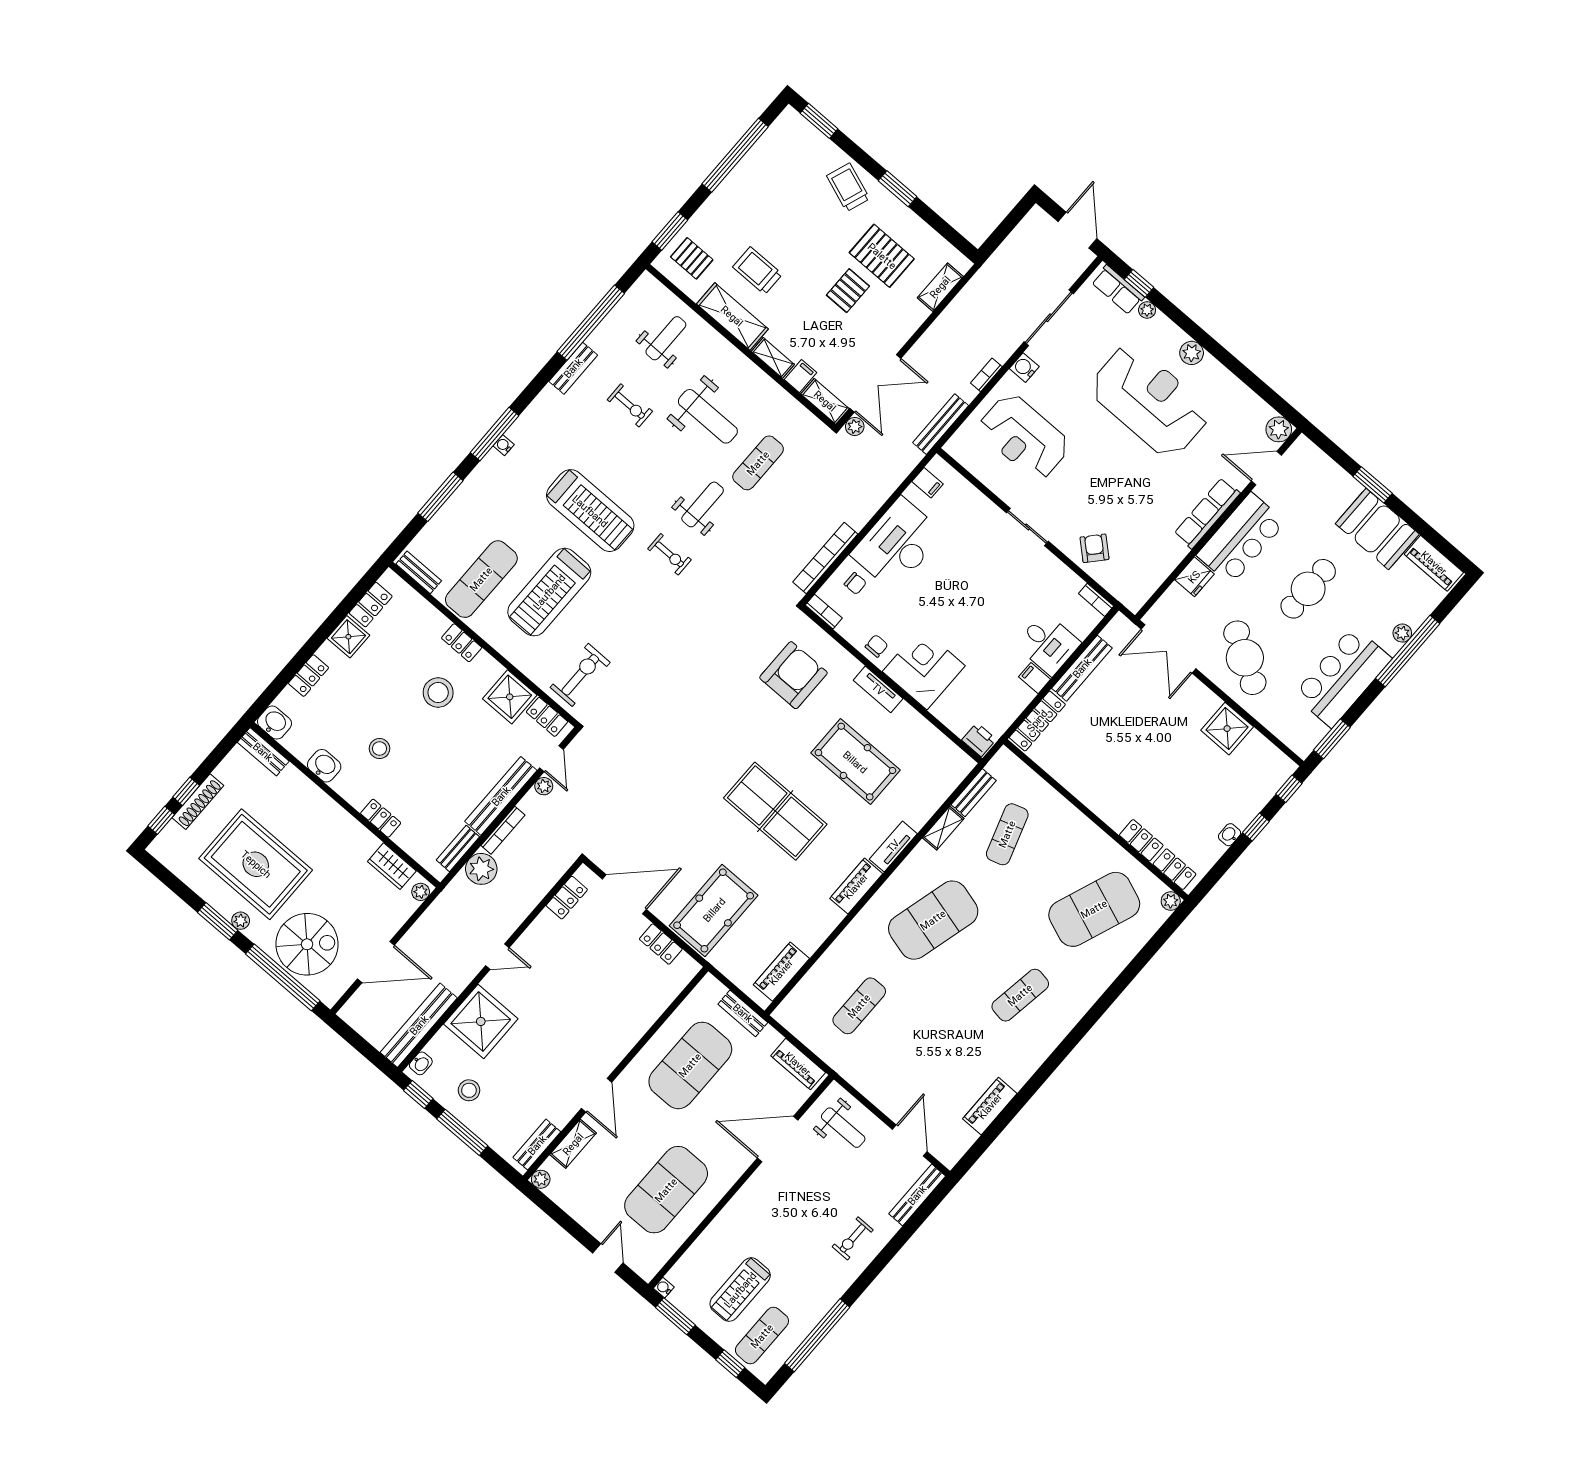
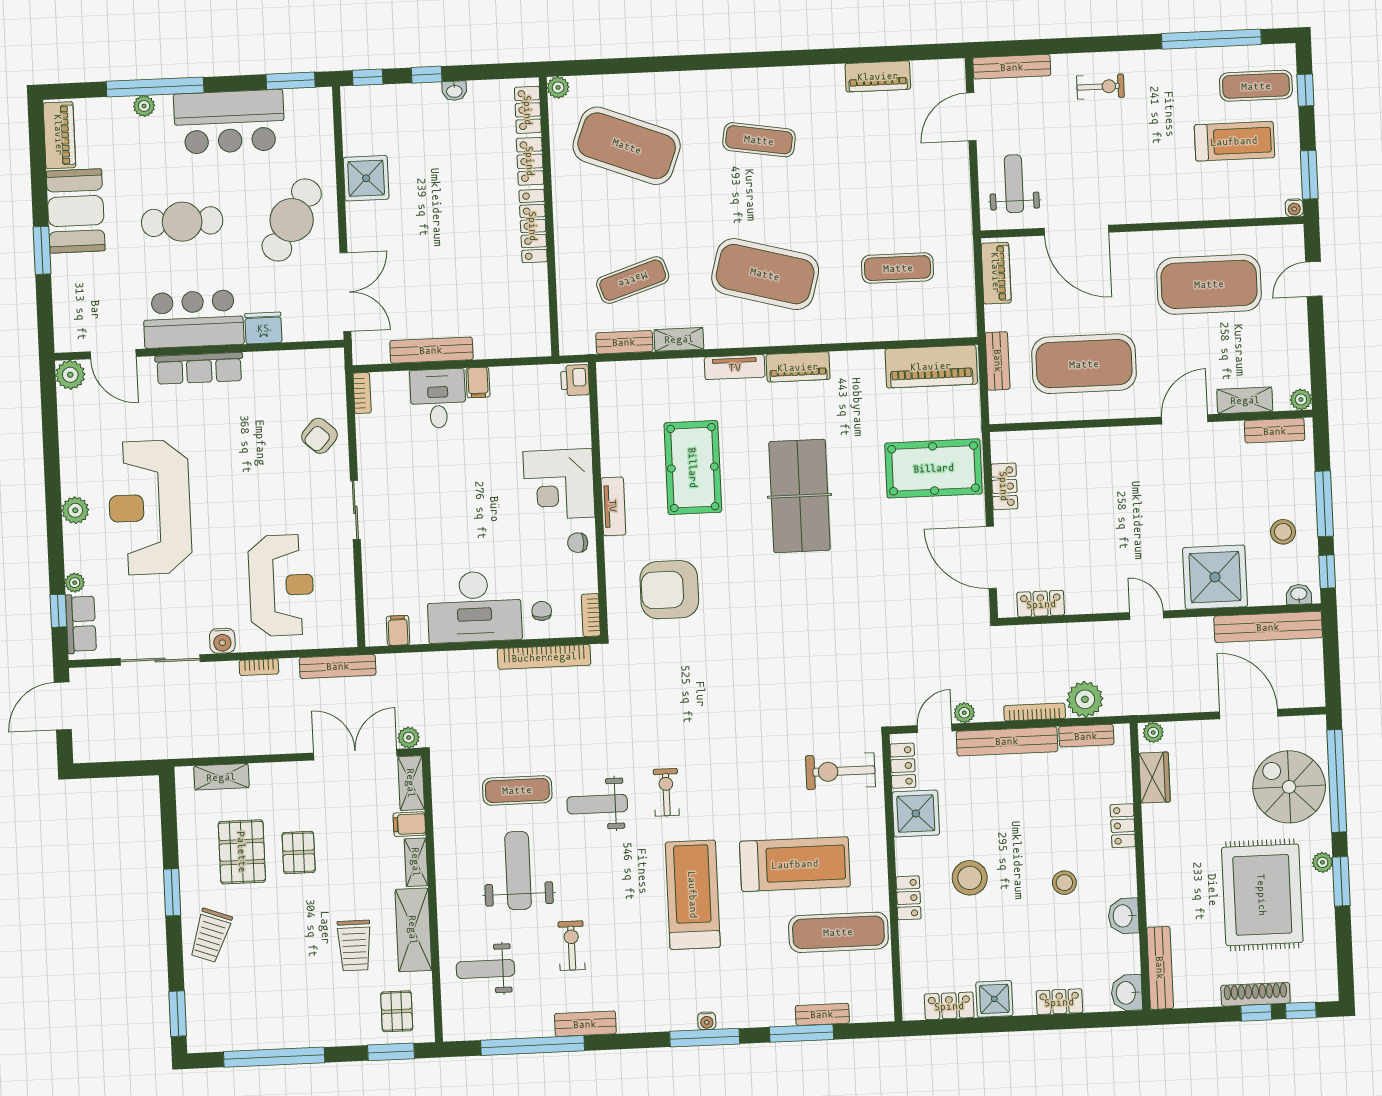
pallet: (848, 291) -> (299, 852), turned 90
bench: (419, 572) -> (822, 1014), moved, turned 90
locker: (1037, 721) -> (533, 226), moved, turned -90
bench: (263, 752) -> (1160, 968), width x1.36
piano: (781, 972) -> (931, 366), width x1.37, depth x1.33

